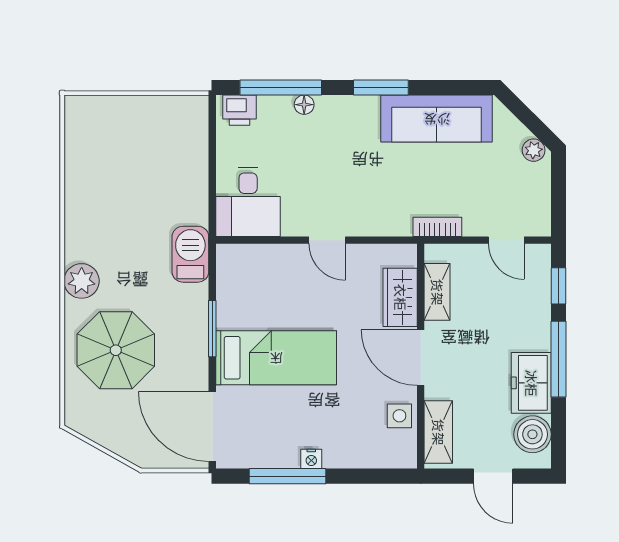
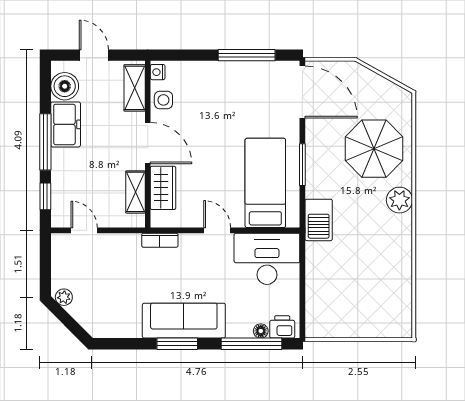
floor lamp: (304, 105) -> (261, 331), moved
sofa: (437, 119) -> (184, 321), moved
desk: (248, 202) -> (267, 259), width x1.37
bookcase: (437, 227) -> (160, 240), moved
bed: (276, 358) -> (265, 183), moved, turned 90
nightstand: (311, 459) -> (158, 72), moved, turned -90

